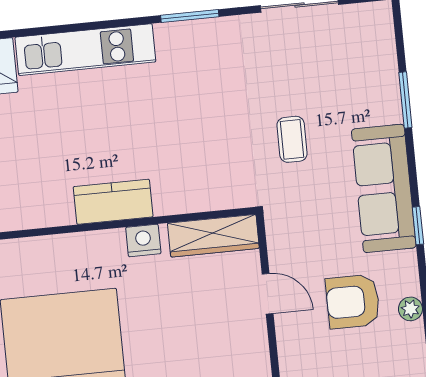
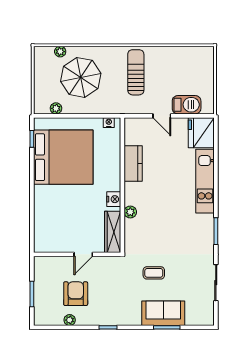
sofa: (384, 188) -> (163, 313), moved, width x0.73
kitchen counter: (113, 202) -> (133, 163), moved
plant: (167, 202) -> (130, 212), added

